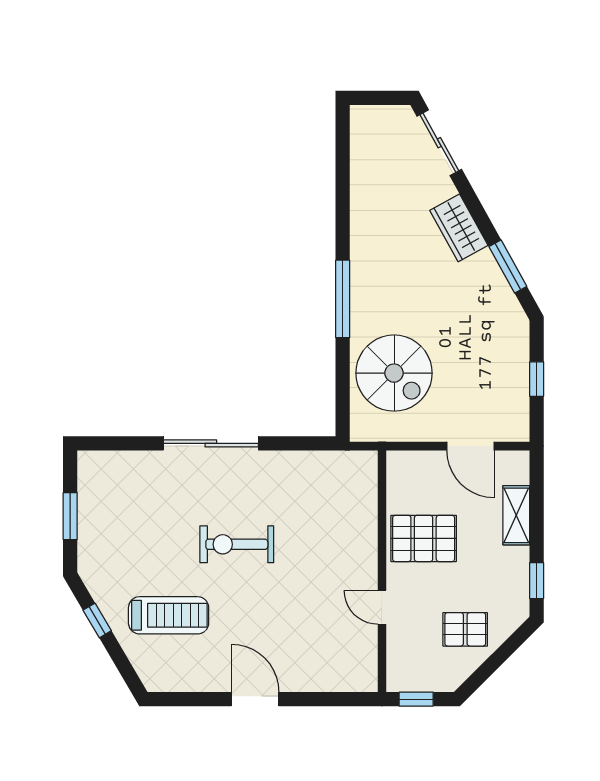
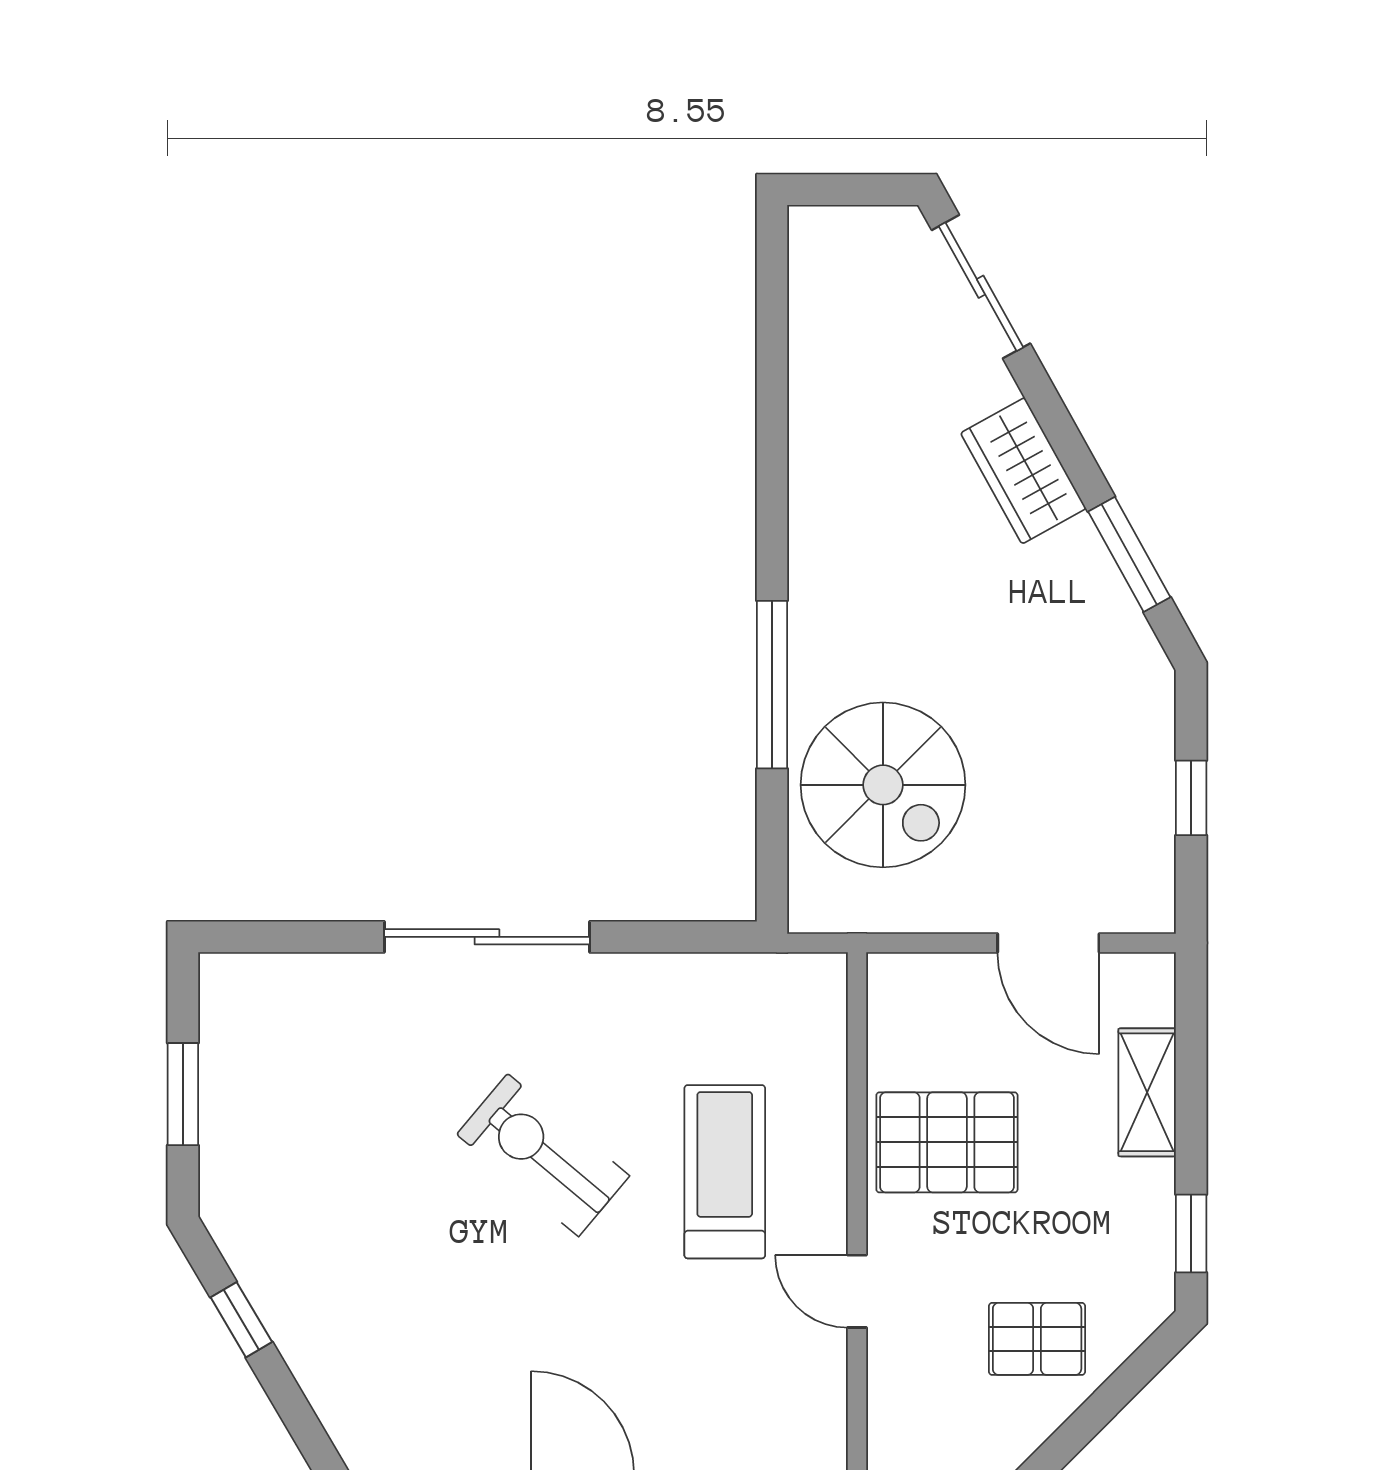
window: (343, 299) -> (772, 685), moved
exercise bike: (237, 544) -> (543, 1155), turned 40
treadmill: (169, 615) -> (725, 1172), moved, turned -90

